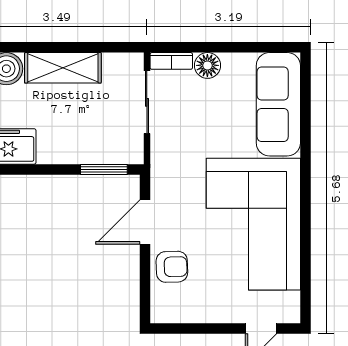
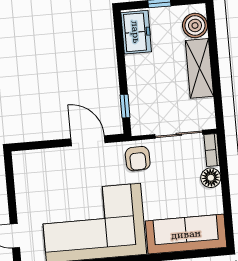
window: (104, 169) -> (125, 106), width x0.67
armchair: (172, 267) -> (138, 159), moved

